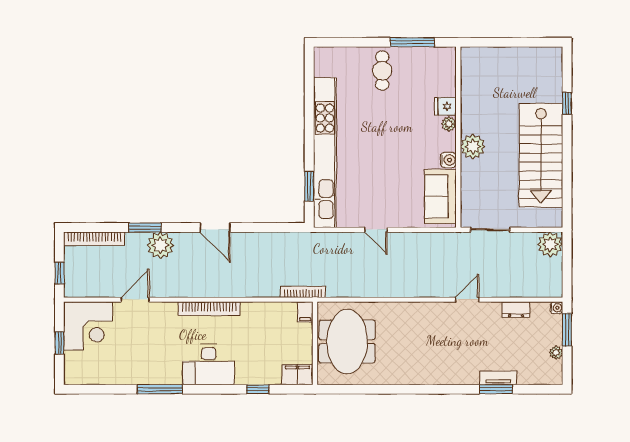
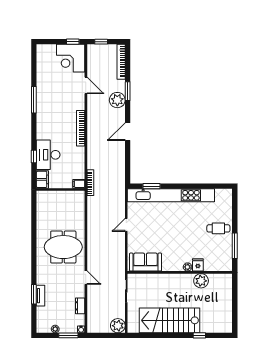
plant: (473, 147) -> (201, 281), moved
water cooler: (448, 160) -> (167, 267), removed
meeting table: (347, 342) -> (63, 247), moved
window: (59, 343) -> (73, 42), moved
desk: (209, 365) -> (48, 155), moved

